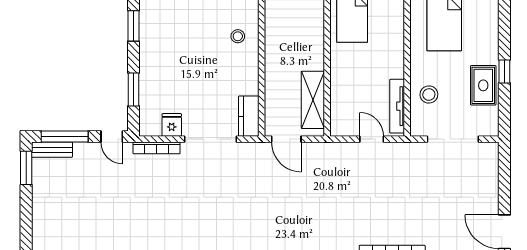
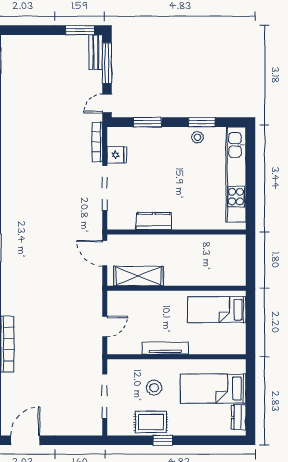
stool: (238, 36) -> (197, 137), moved
stool: (429, 94) -> (154, 388), moved
tv unit: (397, 106) -> (165, 348), moved
kitchen counter: (249, 116) -> (154, 221), moved
door: (286, 139) -> (105, 253), hinge flipped

